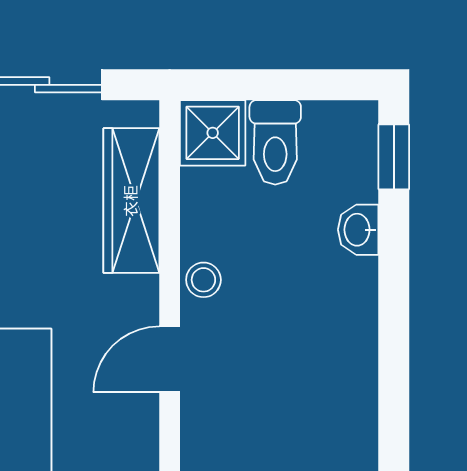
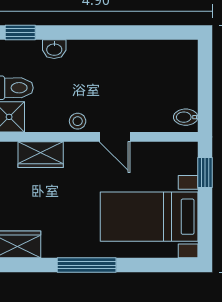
wardrobe: (131, 201) -> (41, 155), width x0.67

